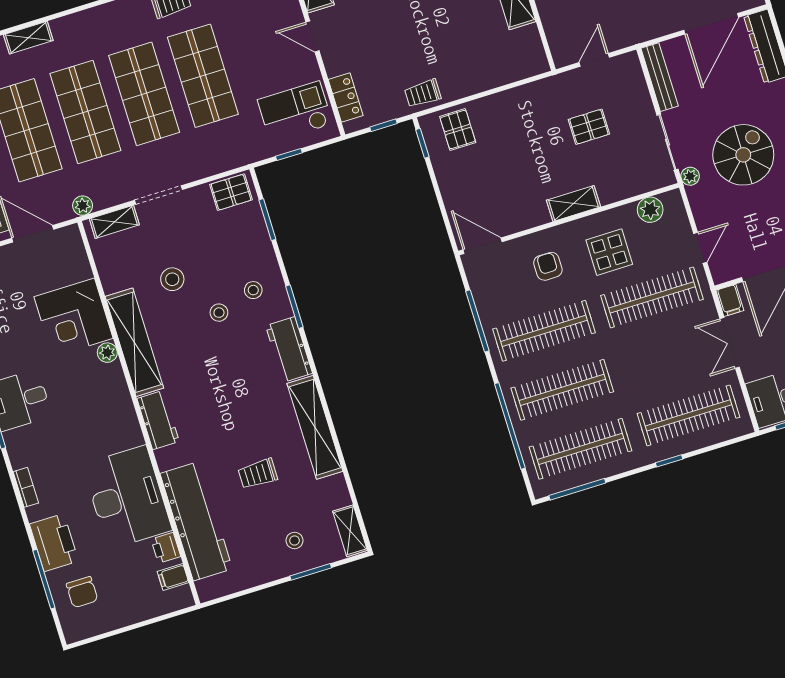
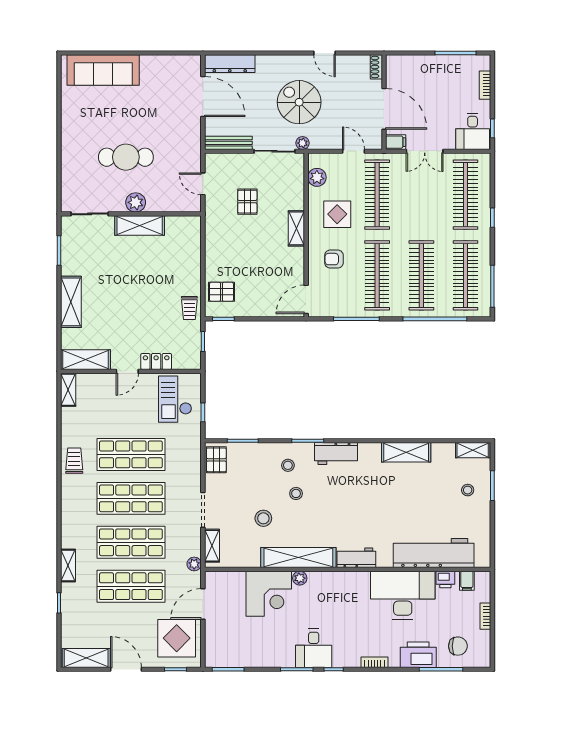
locker: (346, 97) -> (156, 362), moved
shelving: (315, 427) -> (406, 452), width x0.68
trolley: (258, 474) -> (414, 501), removed
bookcase: (133, 616) -> (485, 616), added

